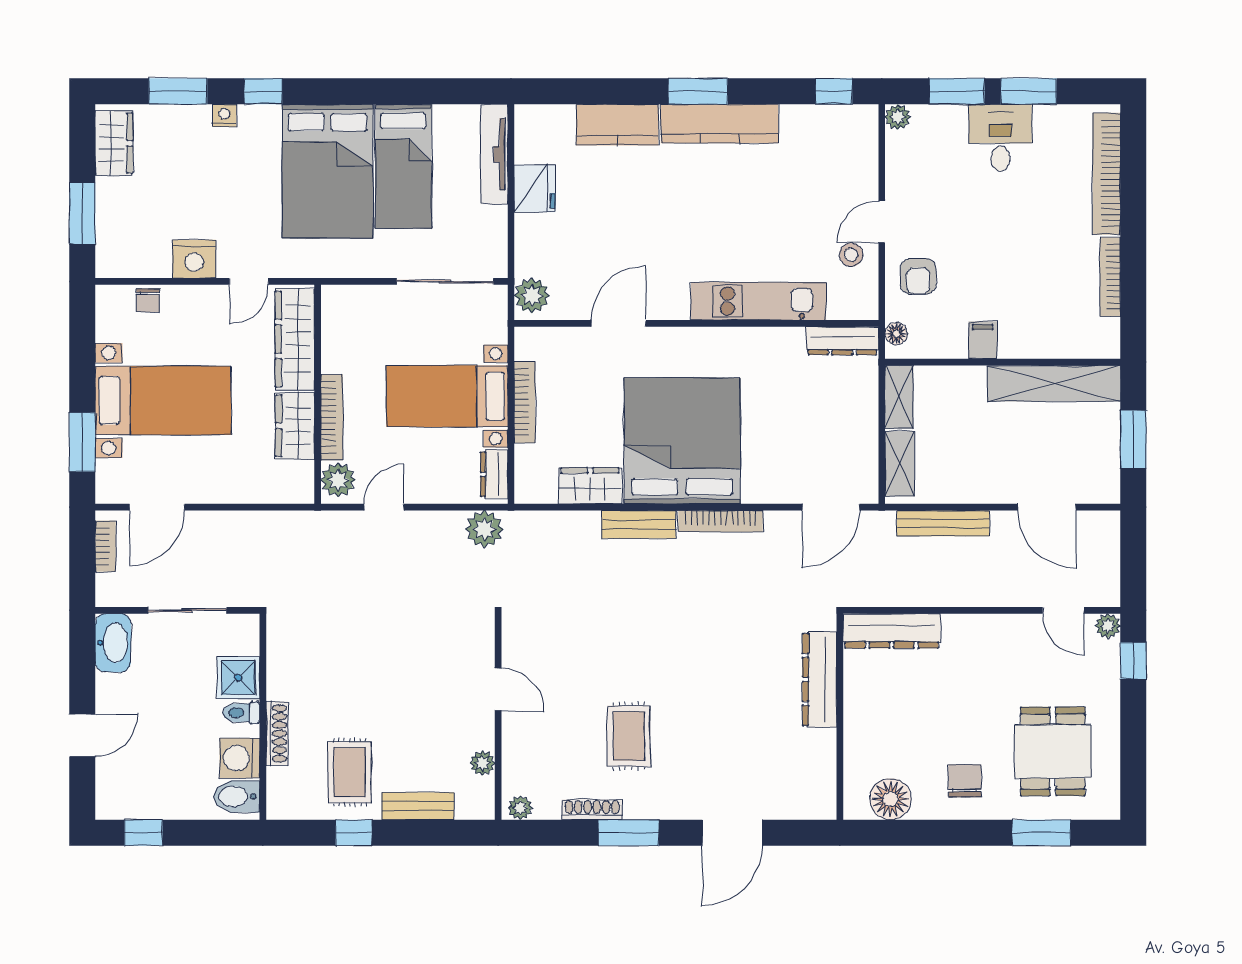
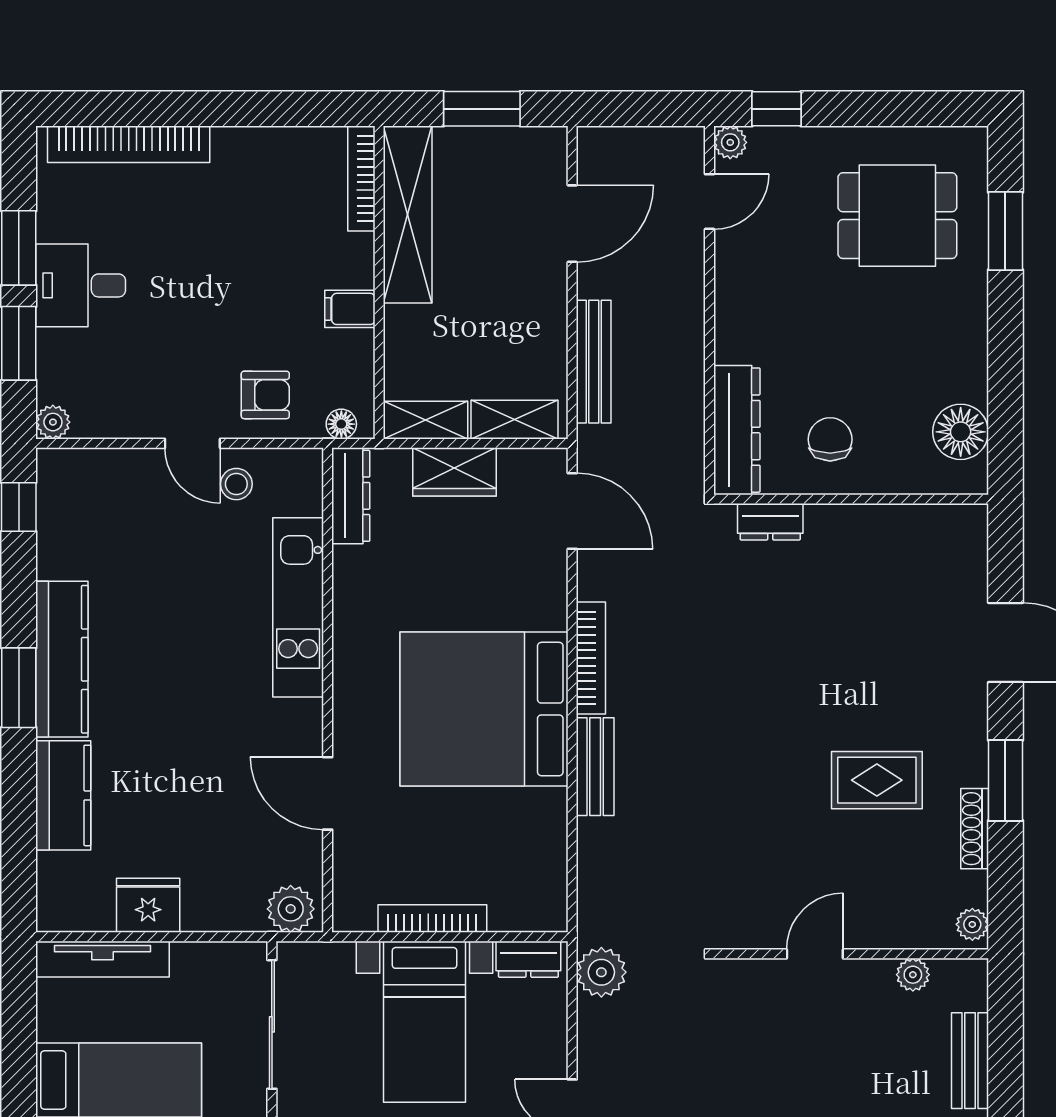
bookcase: (1110, 277) -> (361, 178), moved, turned 90
wardrobe: (590, 486) -> (455, 472), moved, turned -90
dresser: (819, 679) -> (770, 522), width x0.51, depth x0.80
chair: (965, 781) -> (830, 439), moved, turned 90

